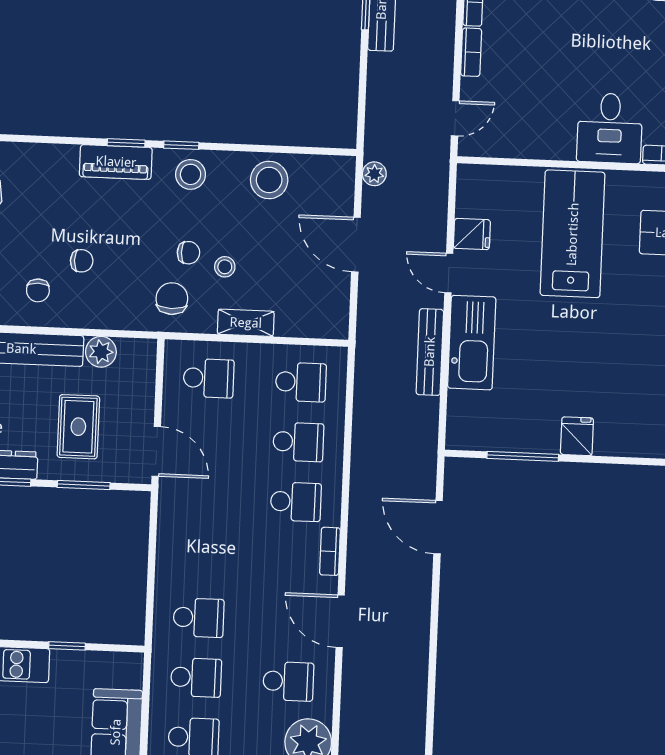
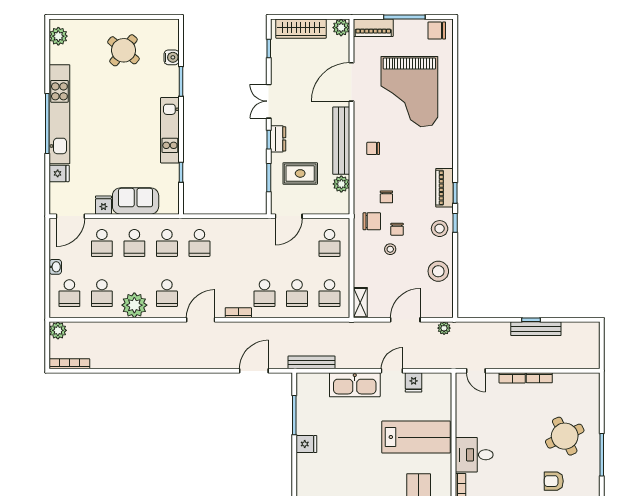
chair: (82, 261) -> (386, 197), moved
shelving: (246, 323) -> (360, 303), moved
bench: (430, 352) -> (312, 362), moved

